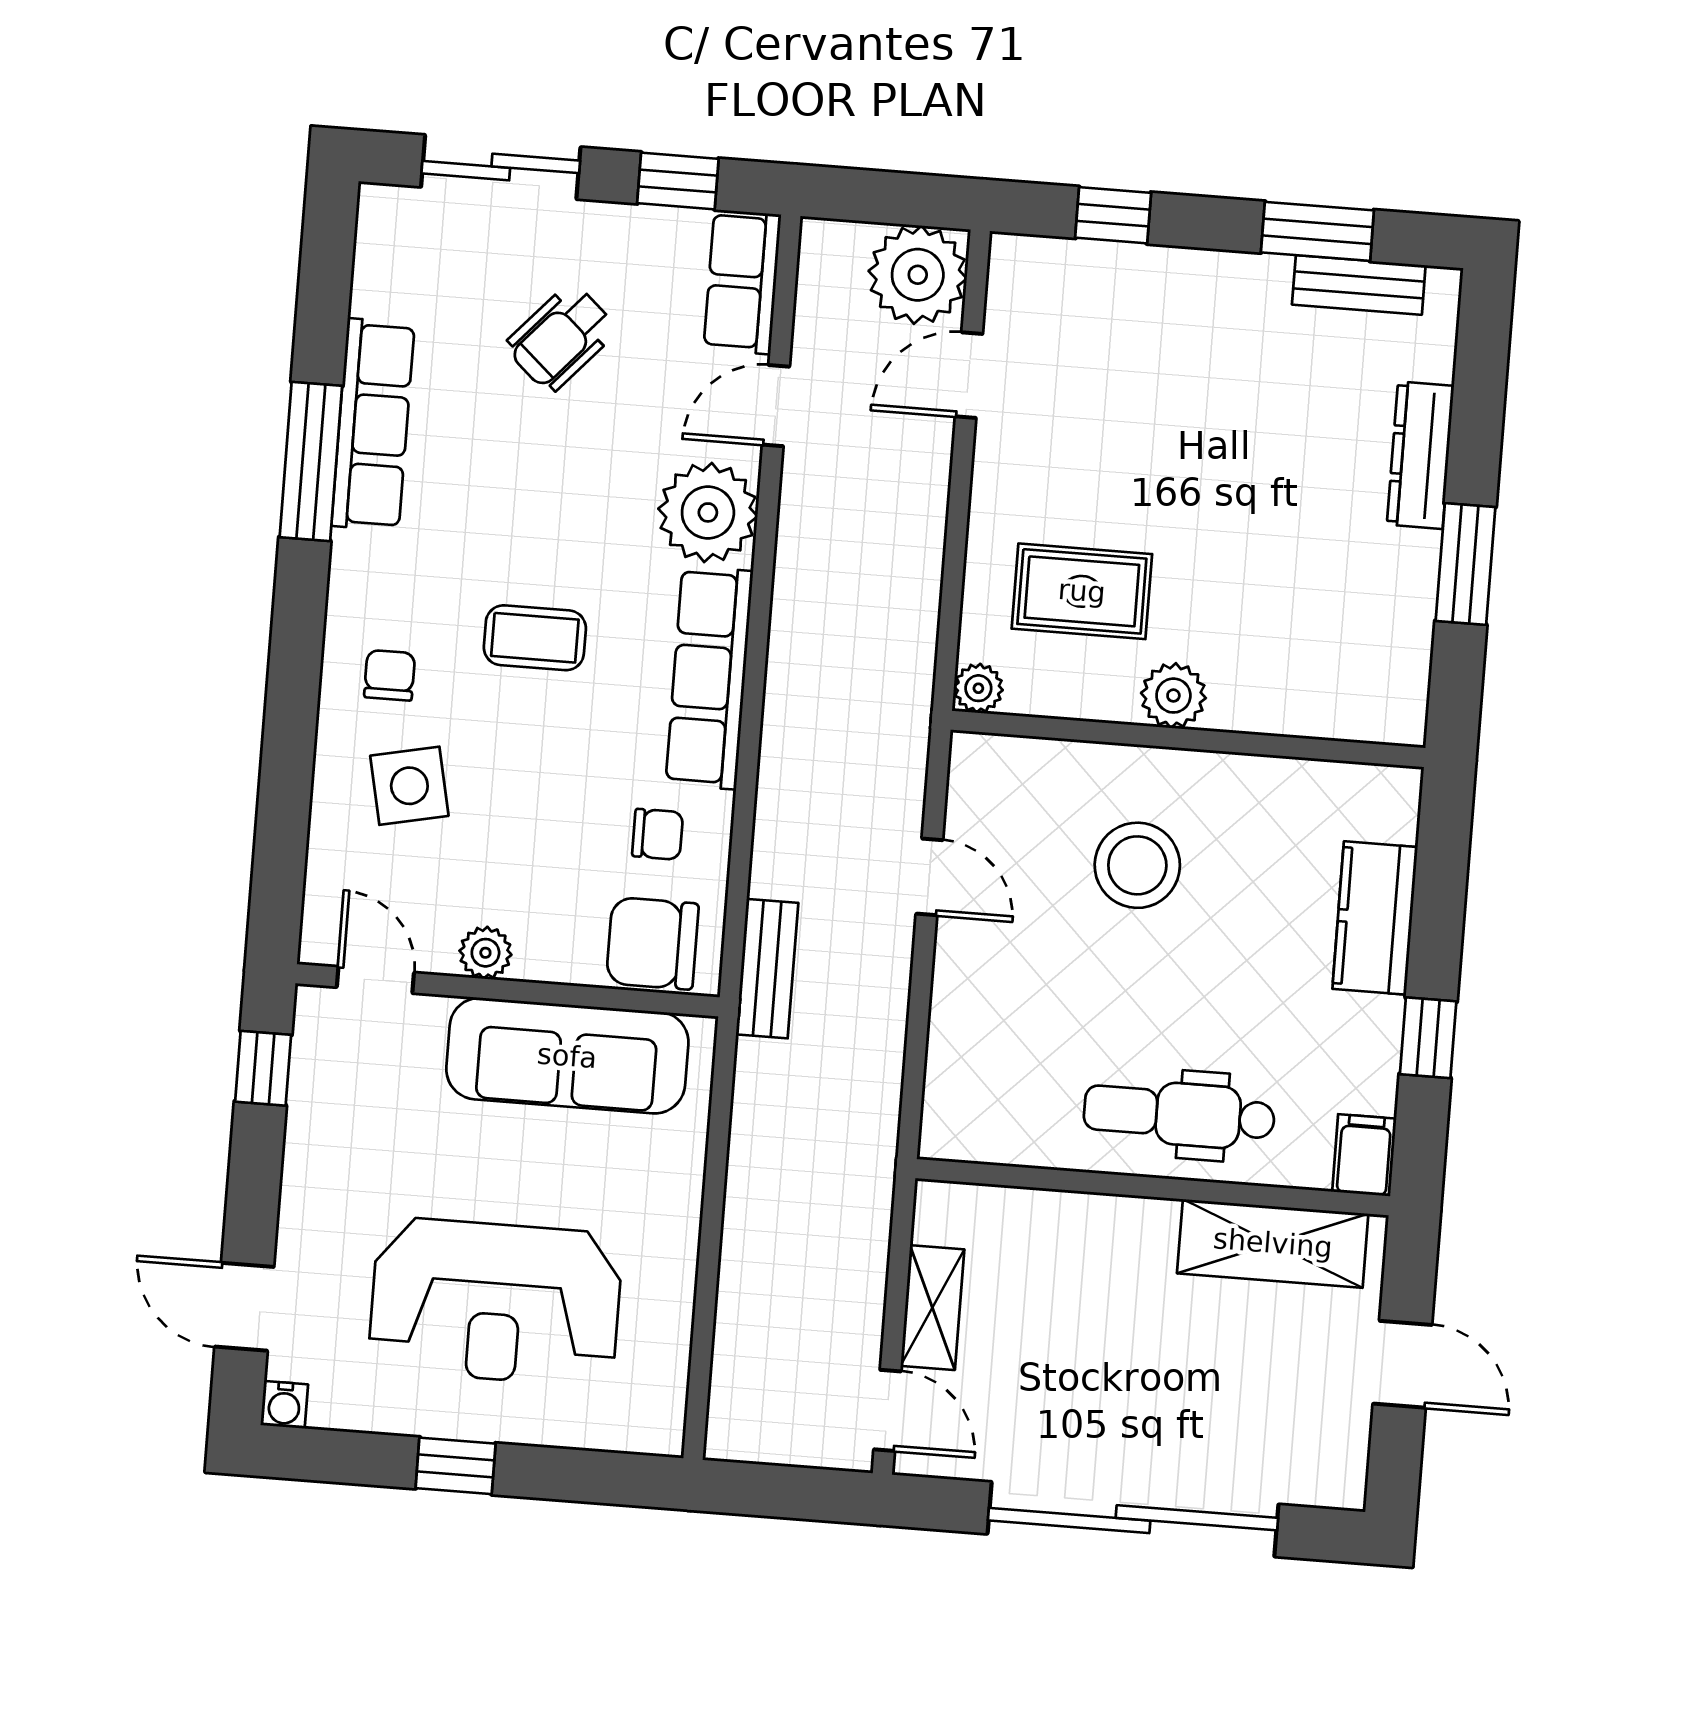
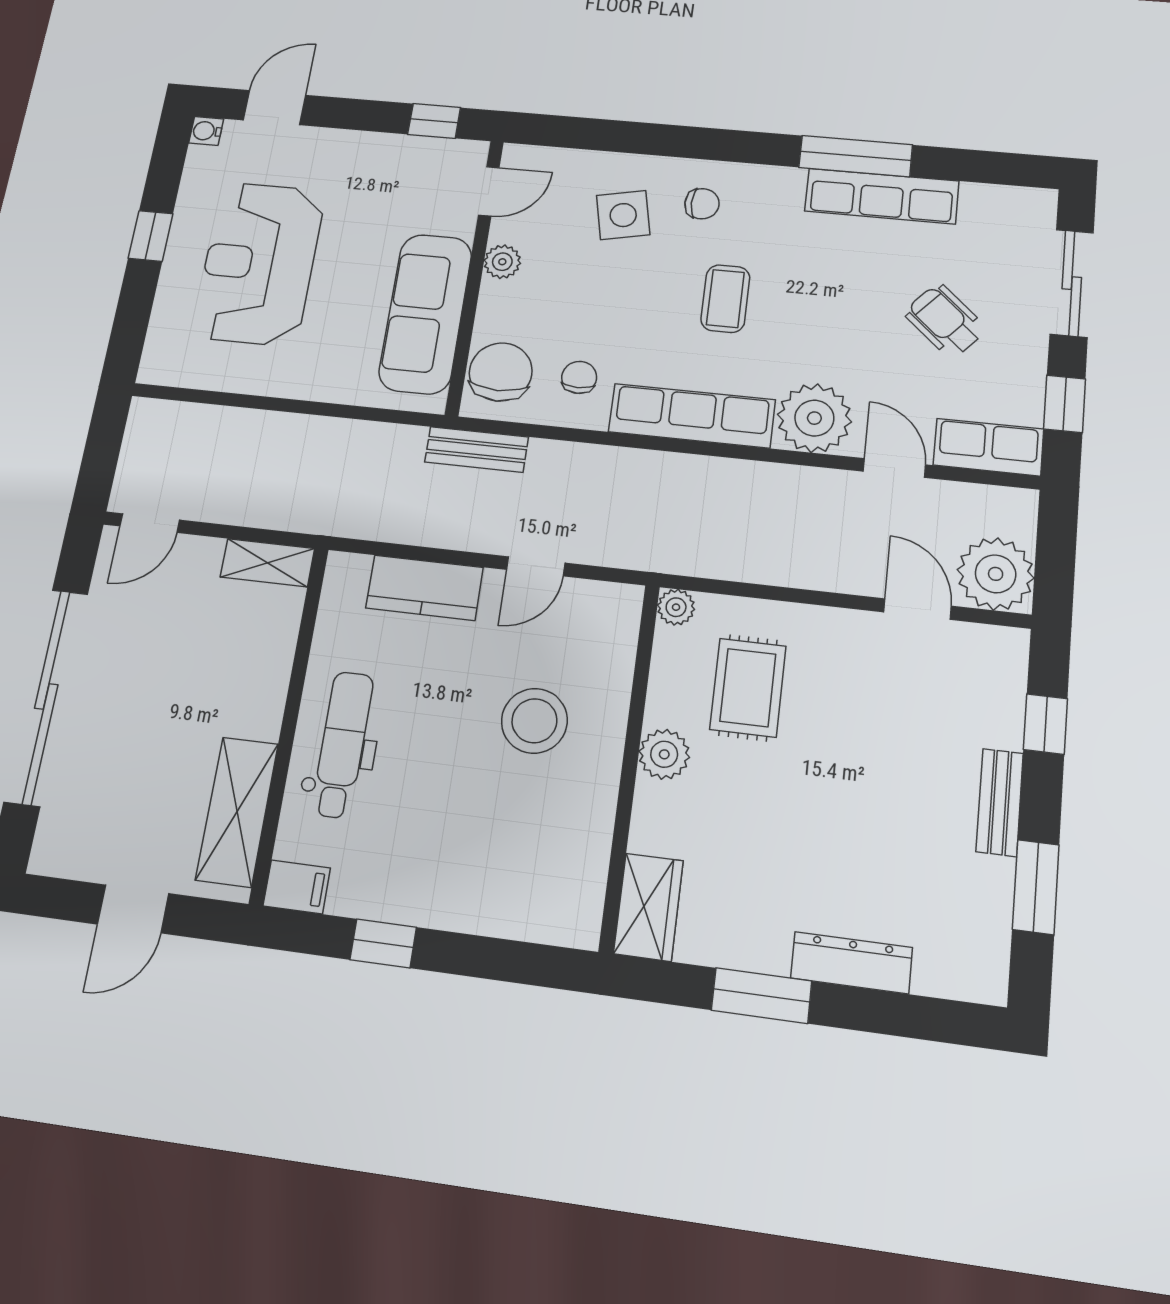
bench: (1359, 285) -> (1000, 802), moved
wardrobe: (1366, 707) -> (648, 907), added
chair: (658, 834) -> (579, 377), turned 180
kitchen counter: (1375, 918) -> (424, 588), moved, turned 180
shelving: (932, 1308) -> (267, 563), moved

